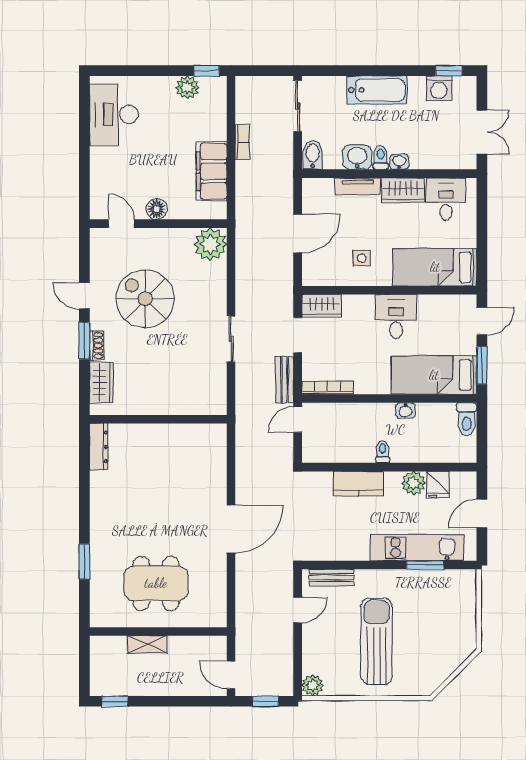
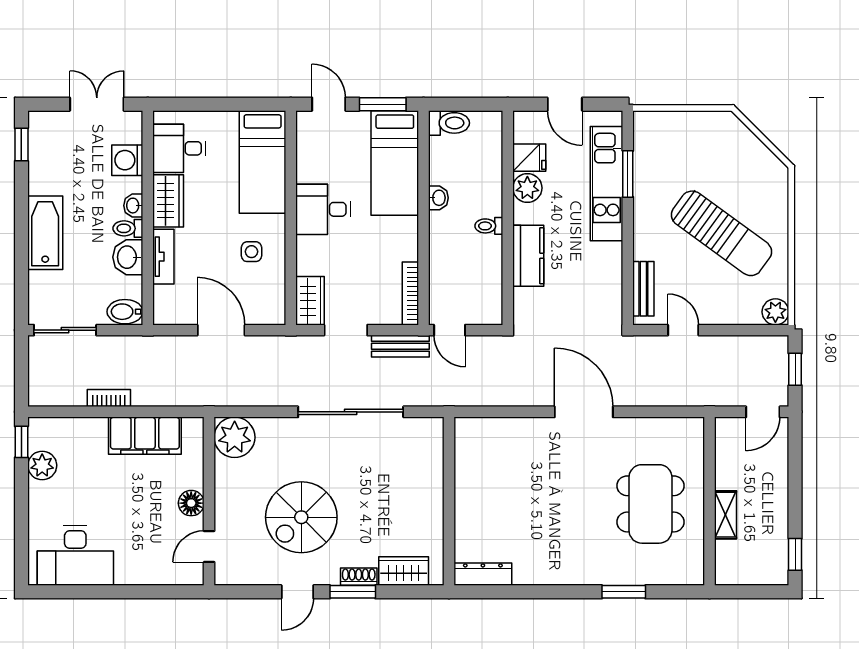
washing machine: (439, 88) -> (127, 160), moved, turned 180
sliding door: (231, 339) -> (351, 412), width x1.86
sun lounger: (377, 641) -> (721, 233), turned -144

